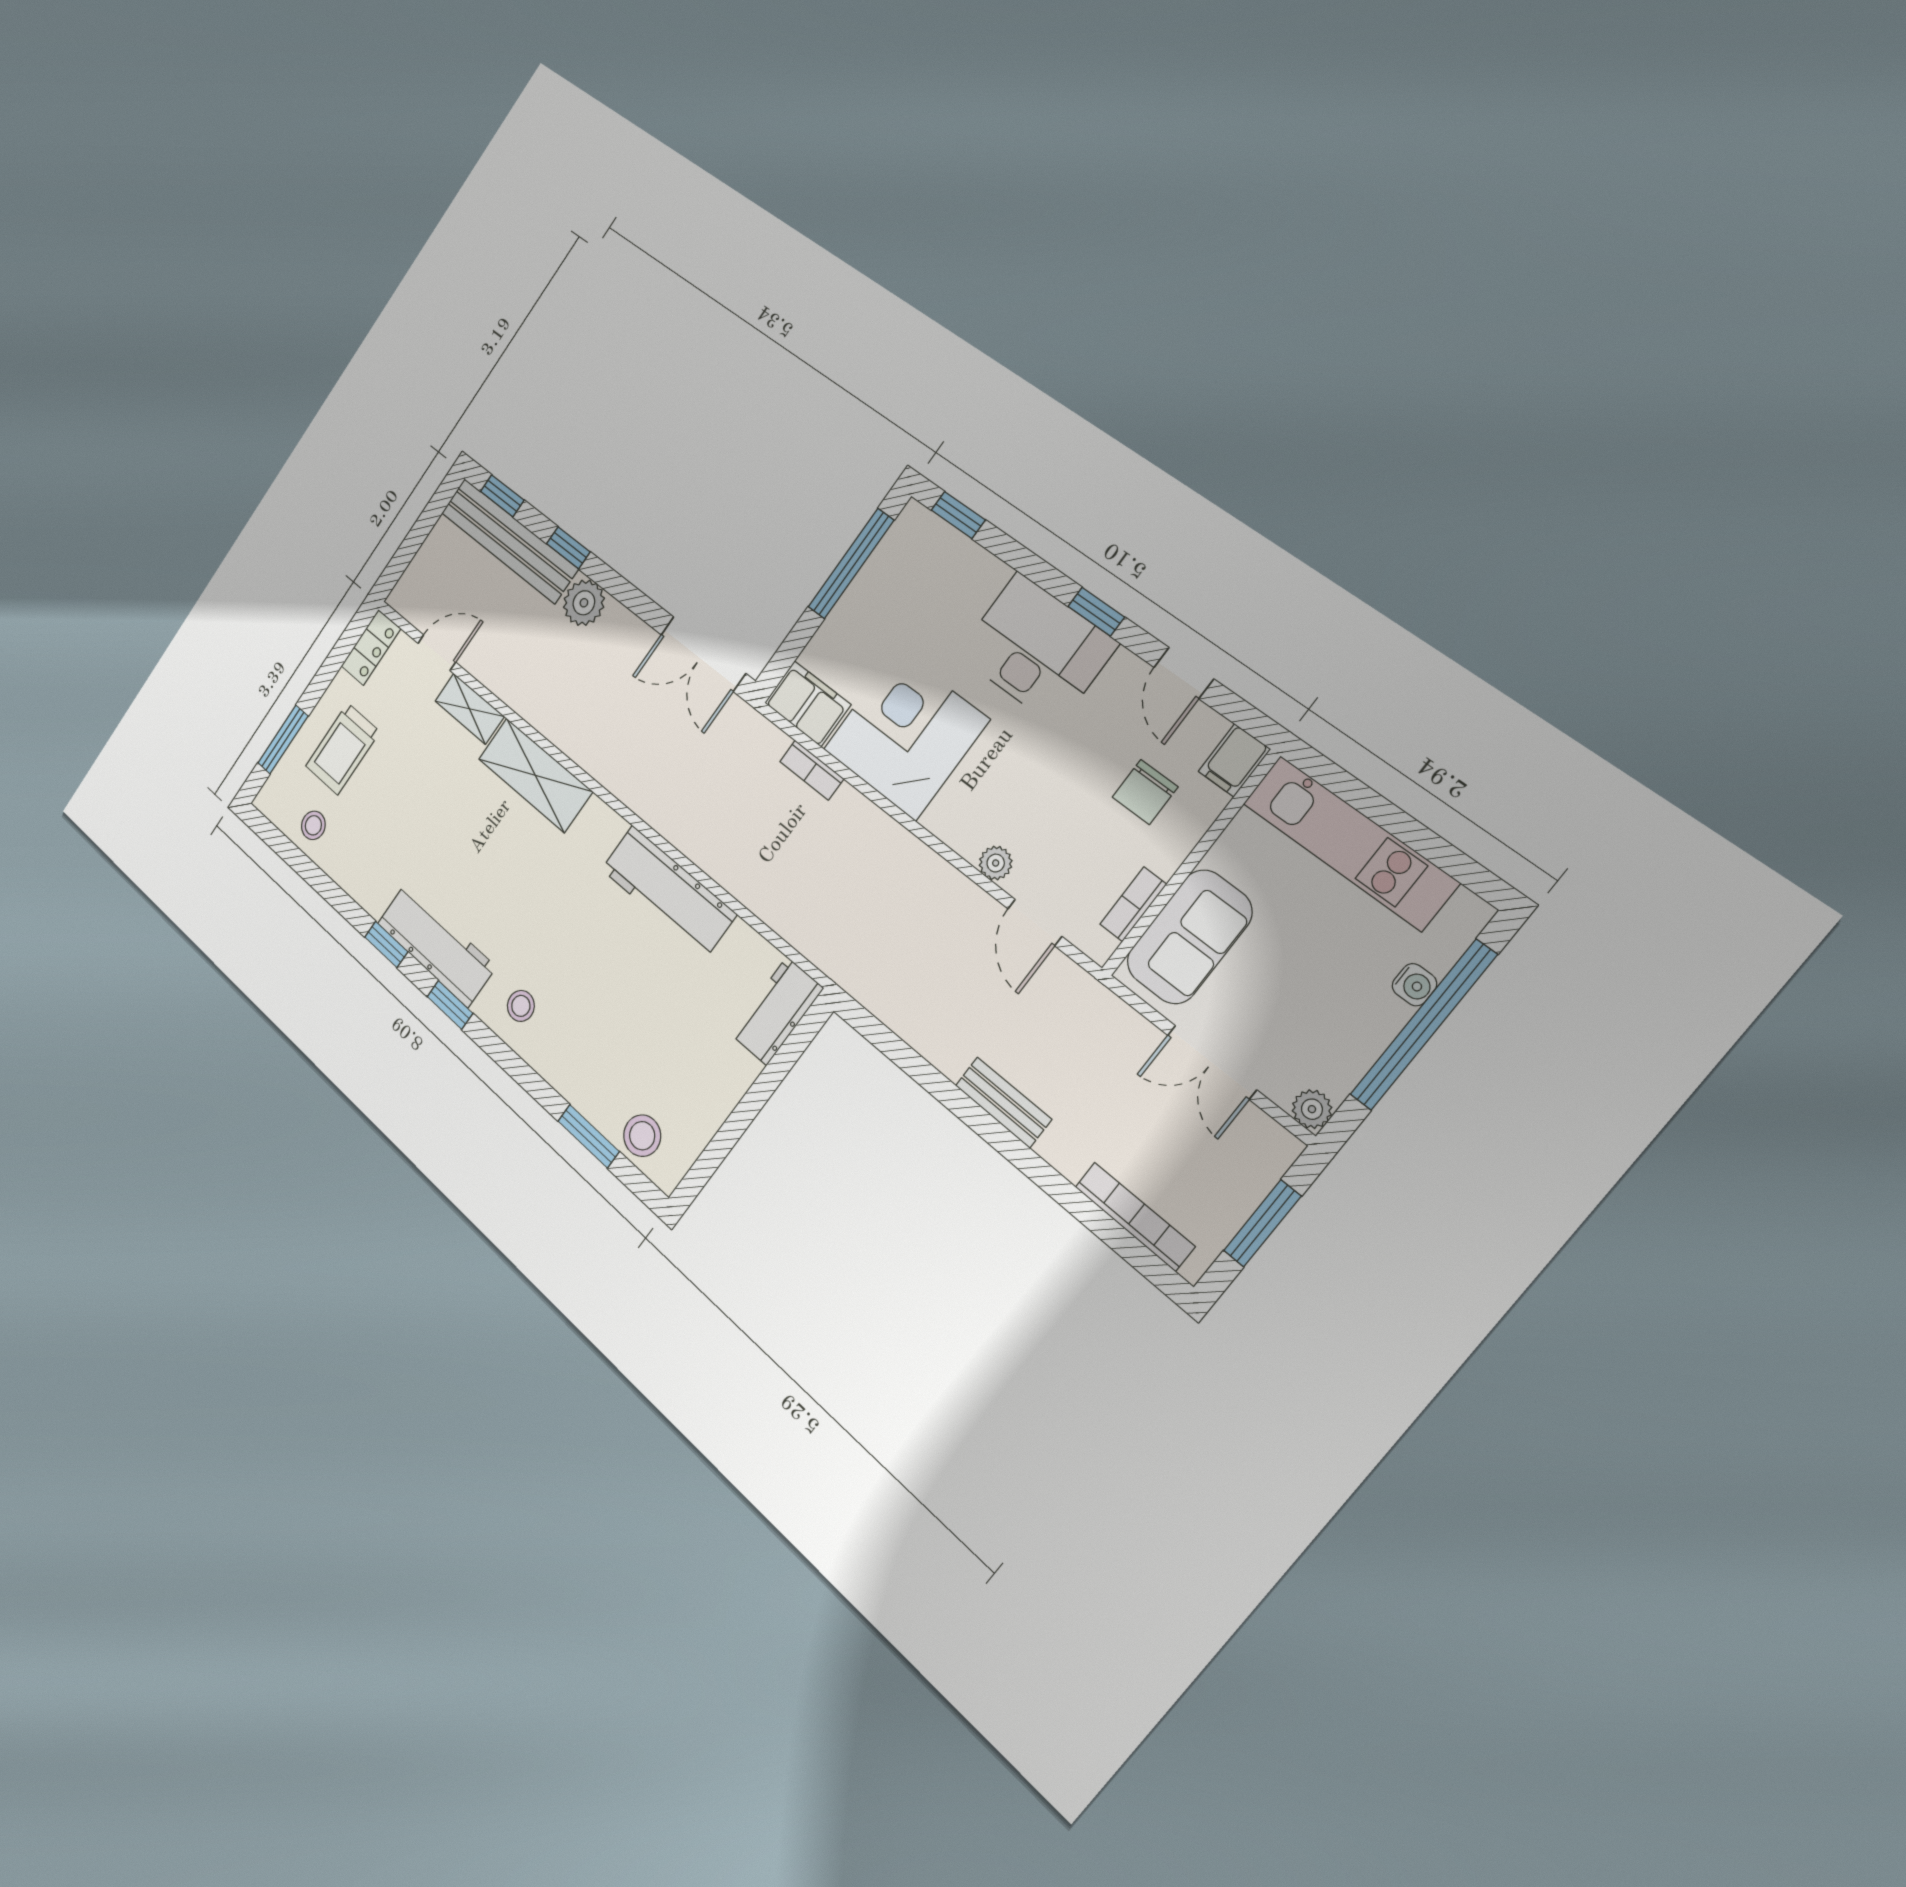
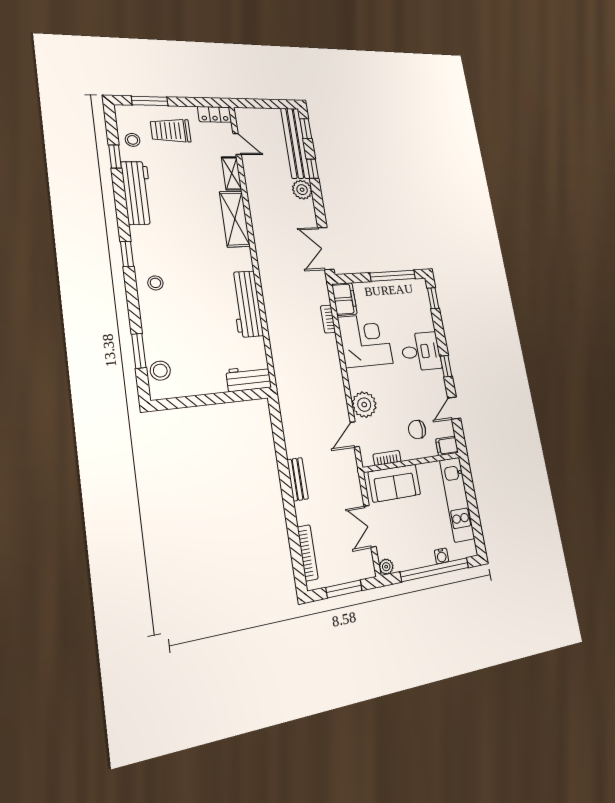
desk: (1037, 649) -> (421, 351), width x0.73
plant: (996, 863) -> (364, 405), width x1.88, depth x1.88
window: (386, 944) -> (115, 156), moved
workbench: (436, 945) -> (137, 193), moved

